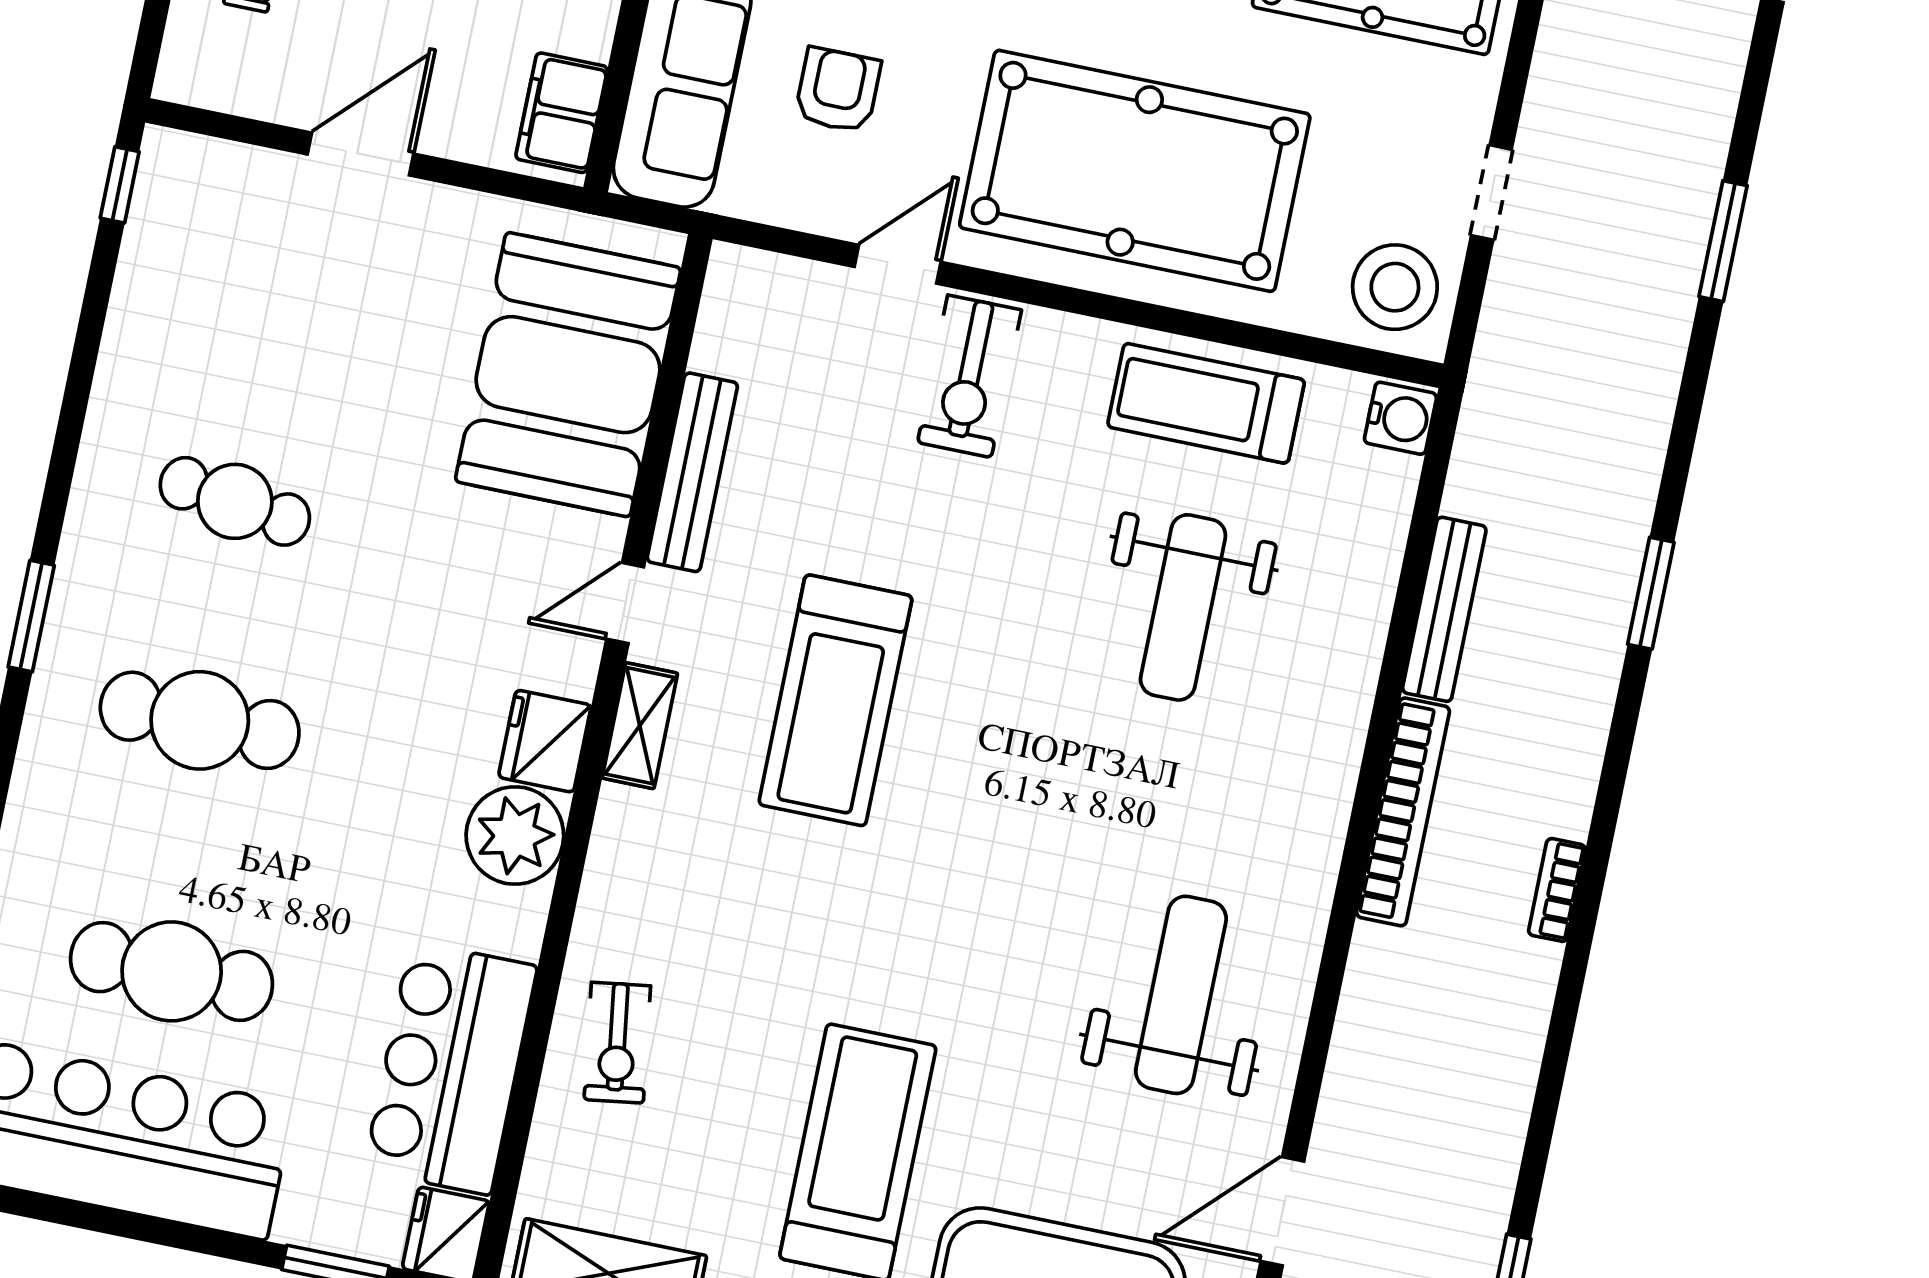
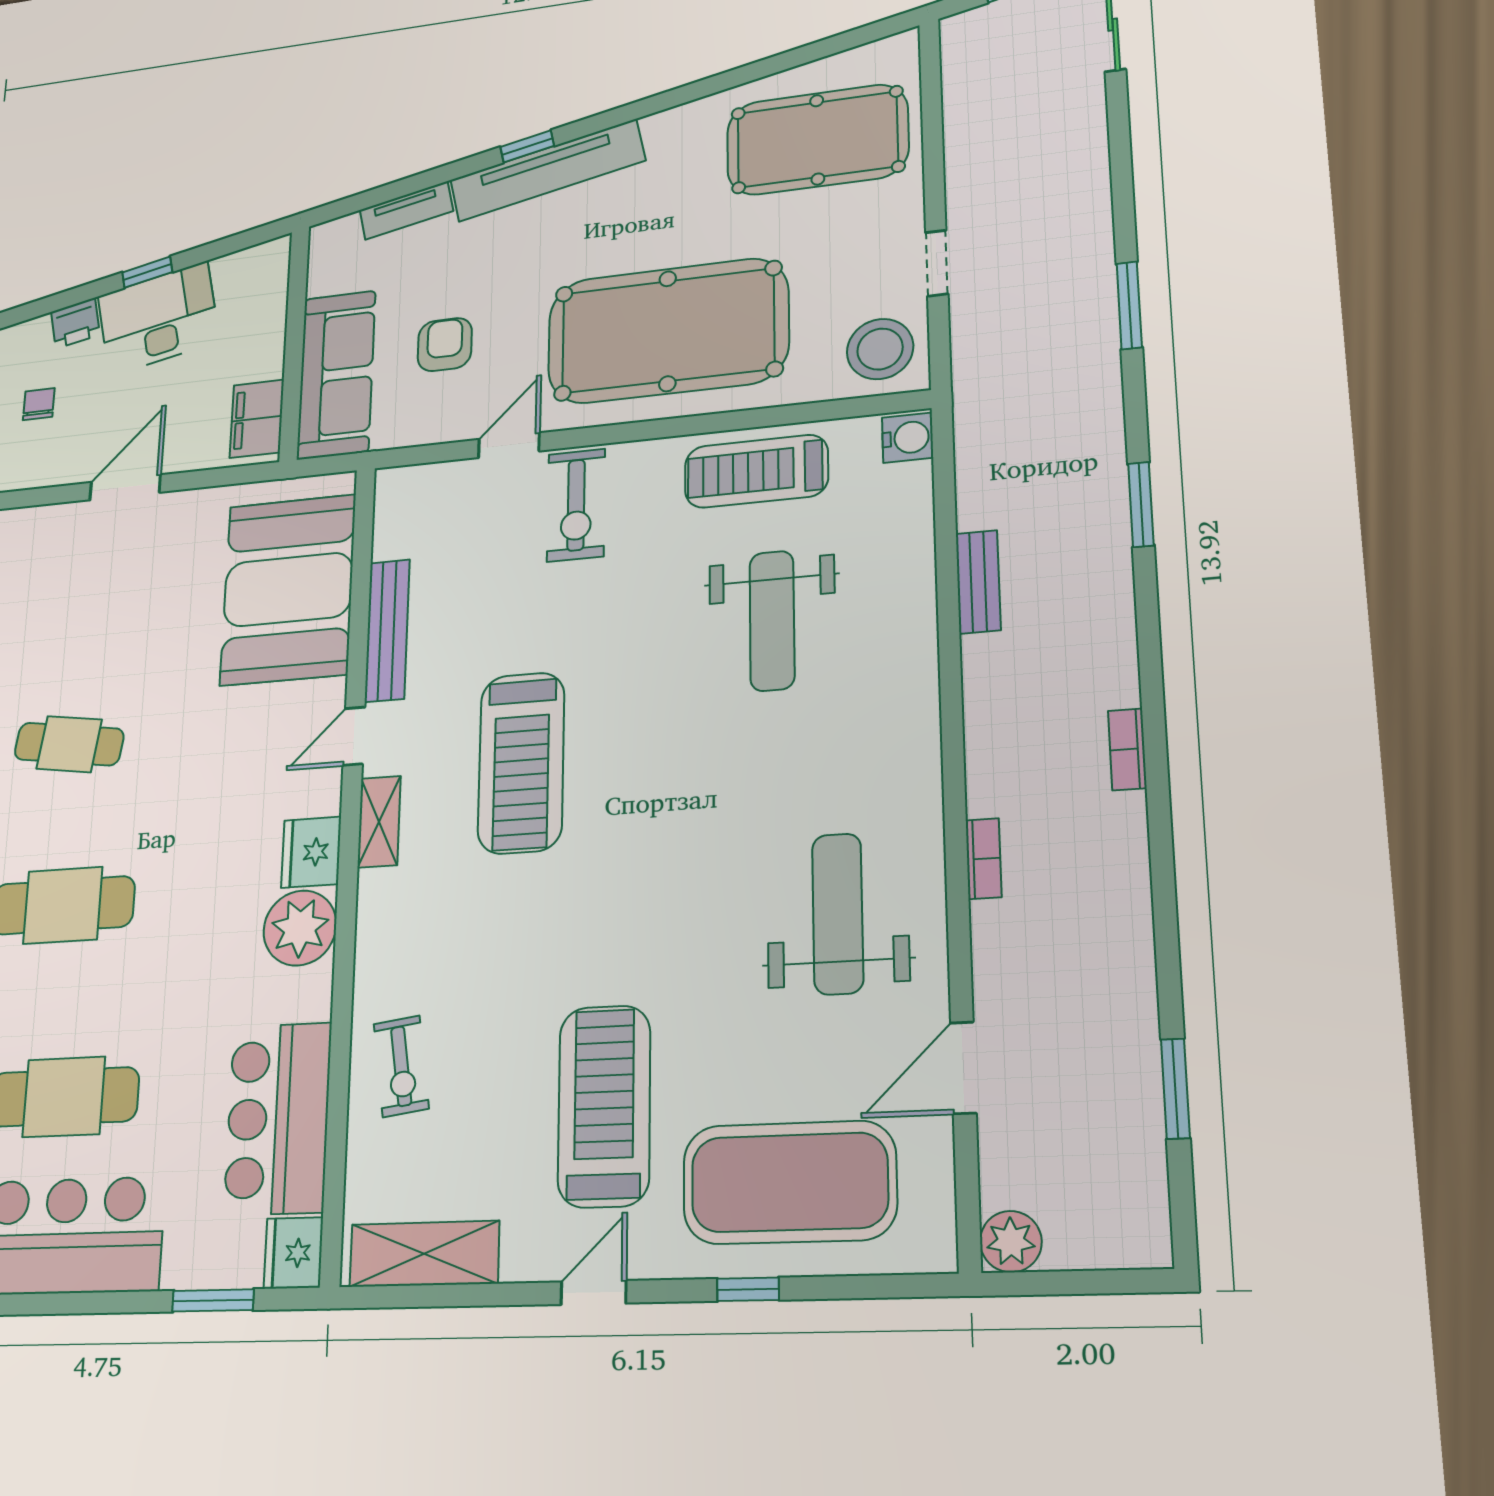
window: (1723, 241) -> (1129, 305), moved
bench: (1444, 609) -> (978, 582), width x0.73
bookcase: (1403, 812) -> (984, 859), moved, width x0.43, depth x0.76

